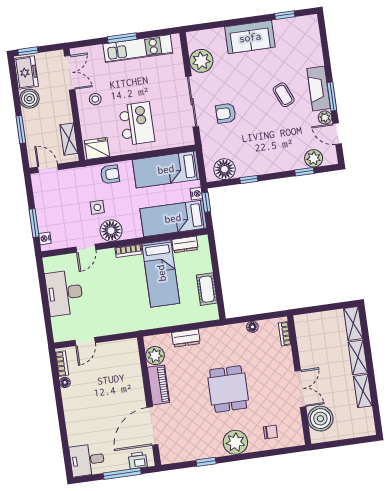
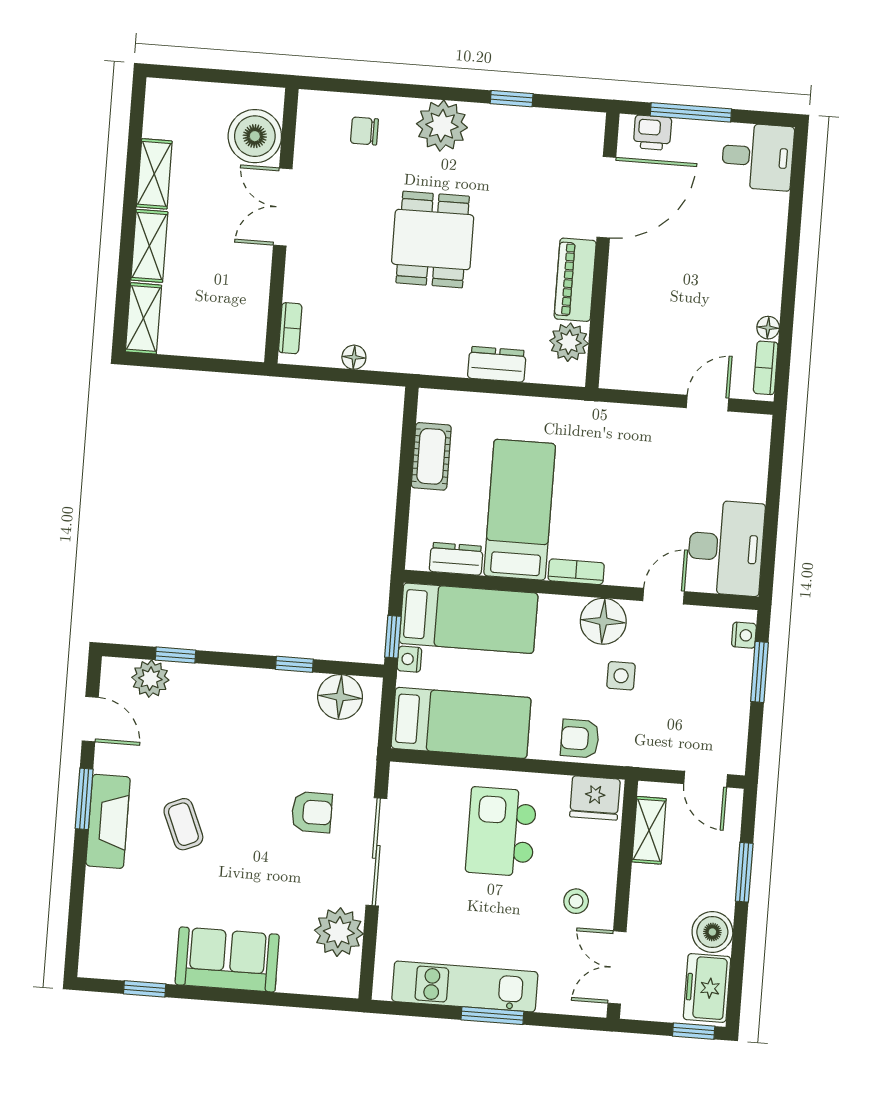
plant: (325, 117) -> (108, 758), removed
desk: (64, 293) -> (726, 548), moved

